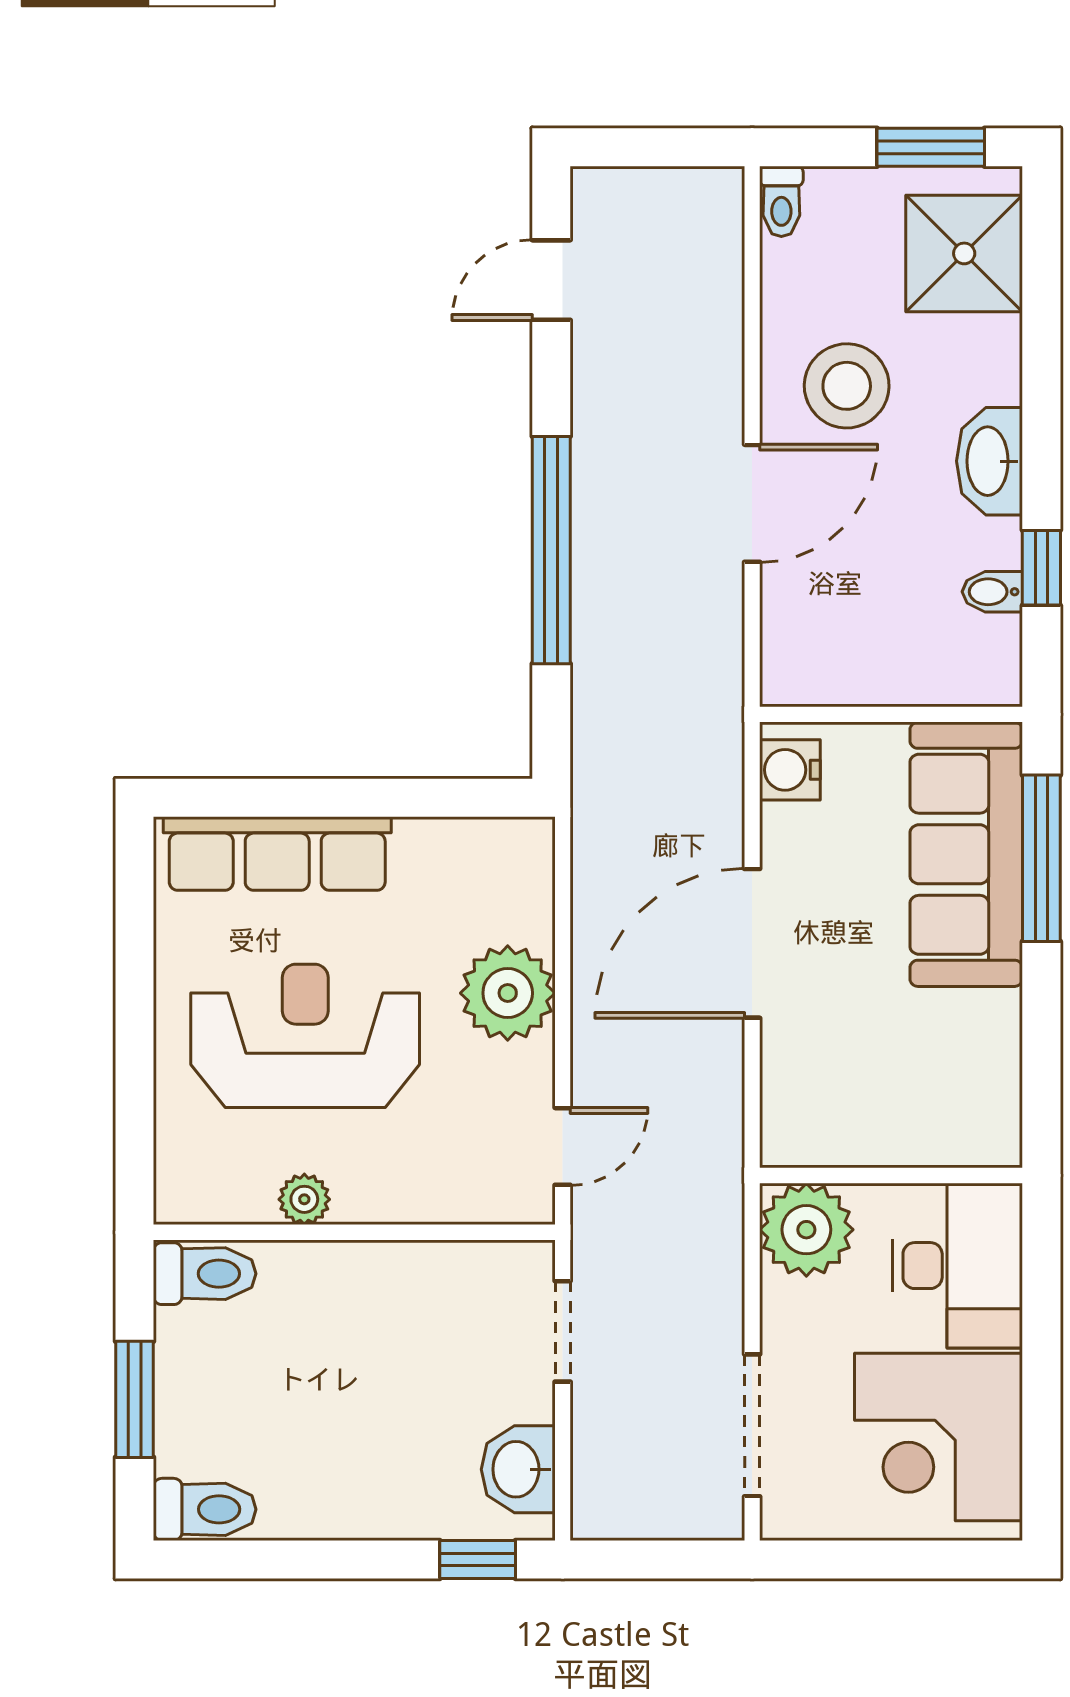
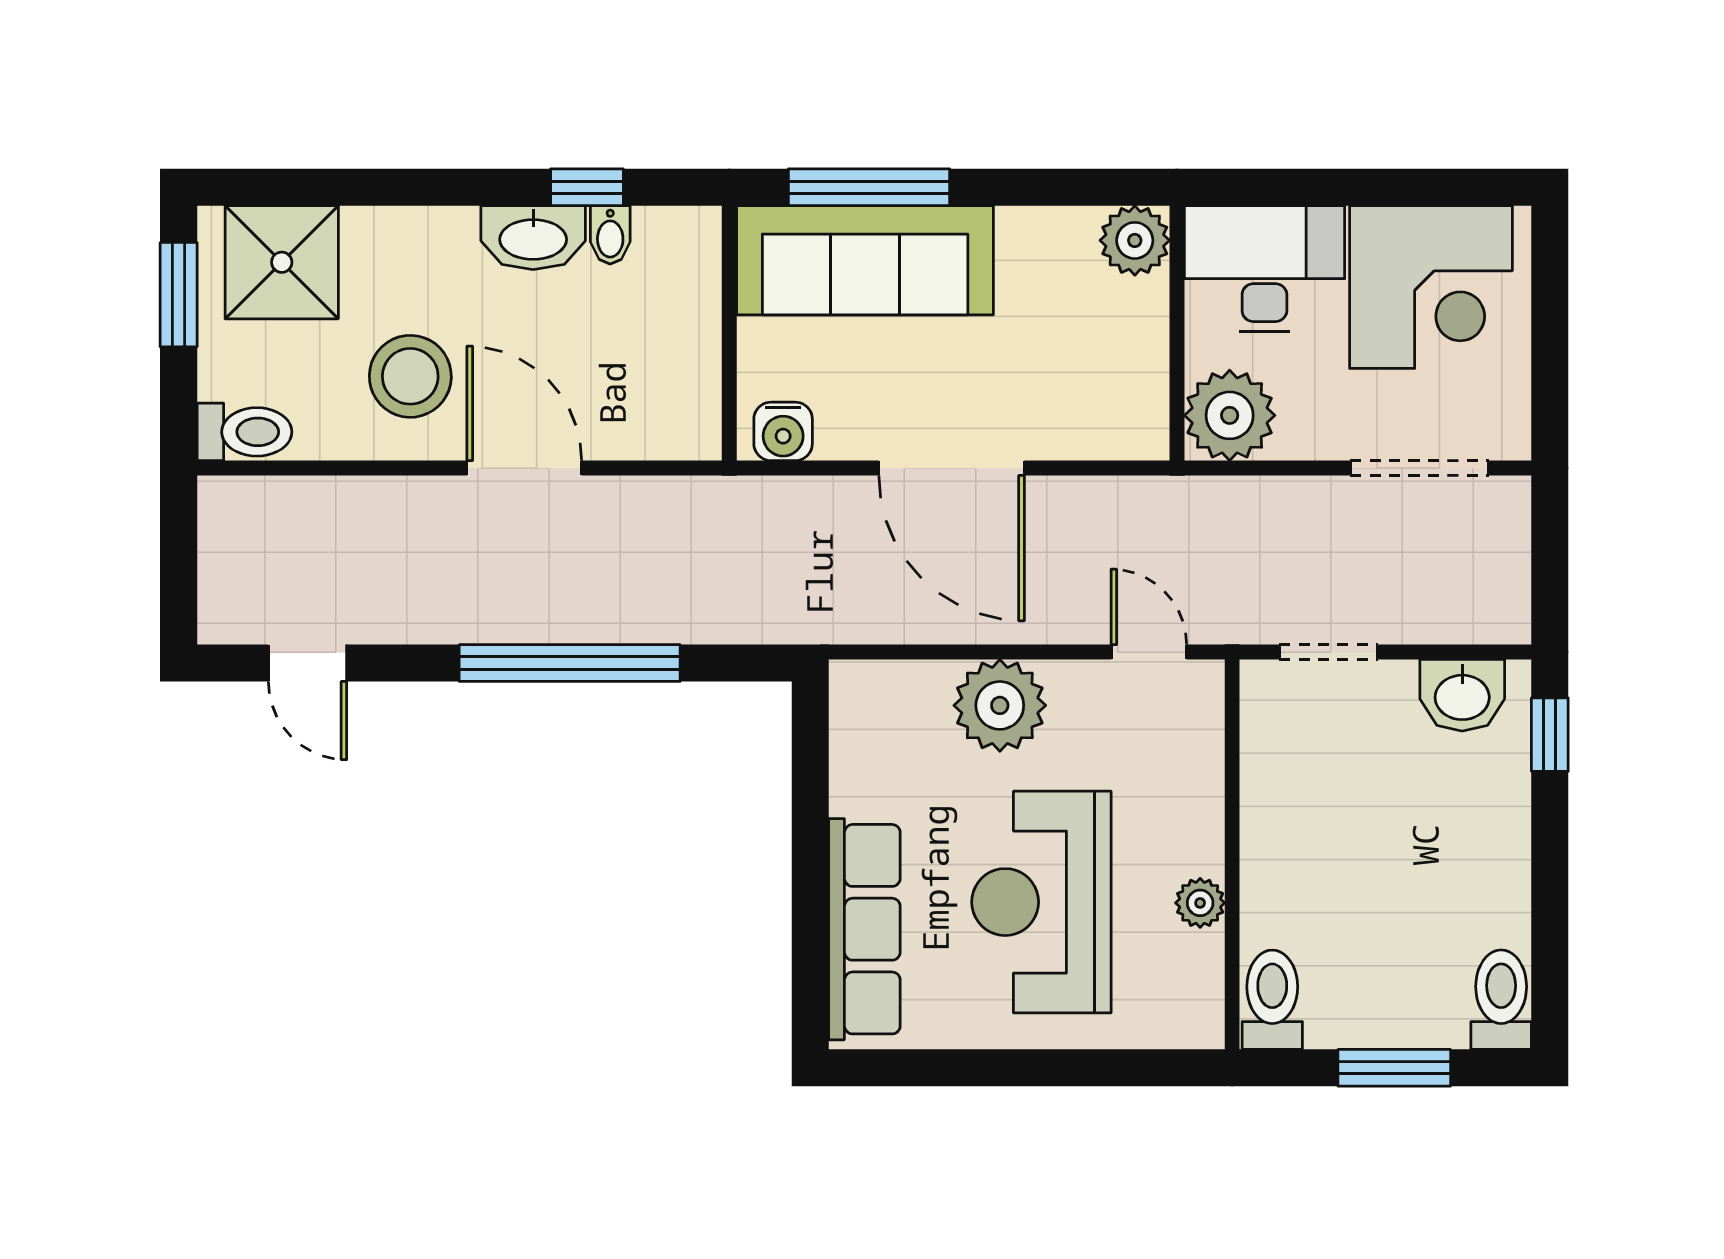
toilet: (781, 201) -> (244, 432), width x1.37, depth x1.39
washbasin: (990, 461) -> (533, 238), moved
plant: (987, 1132) -> (1135, 240), added

